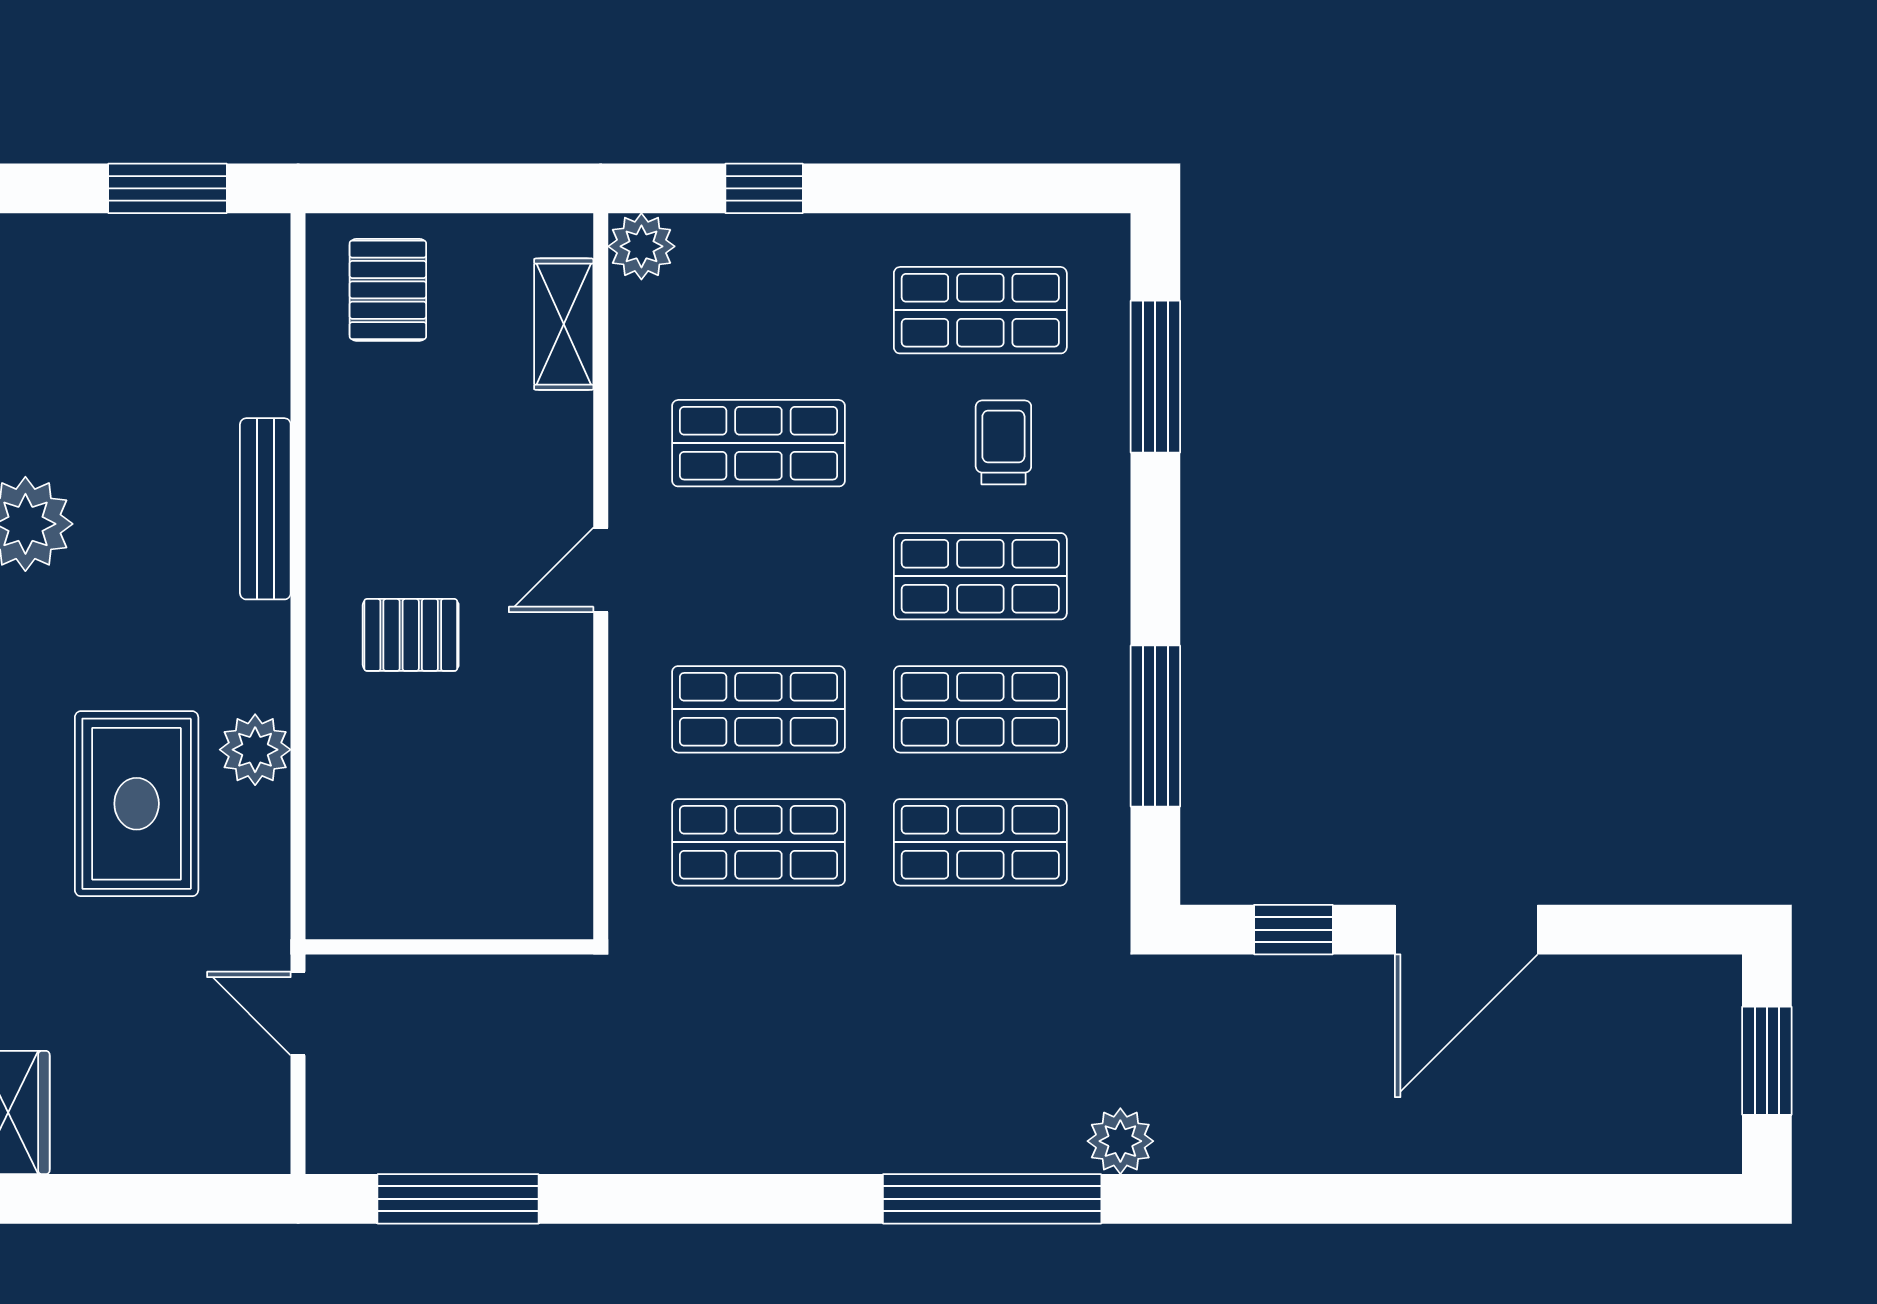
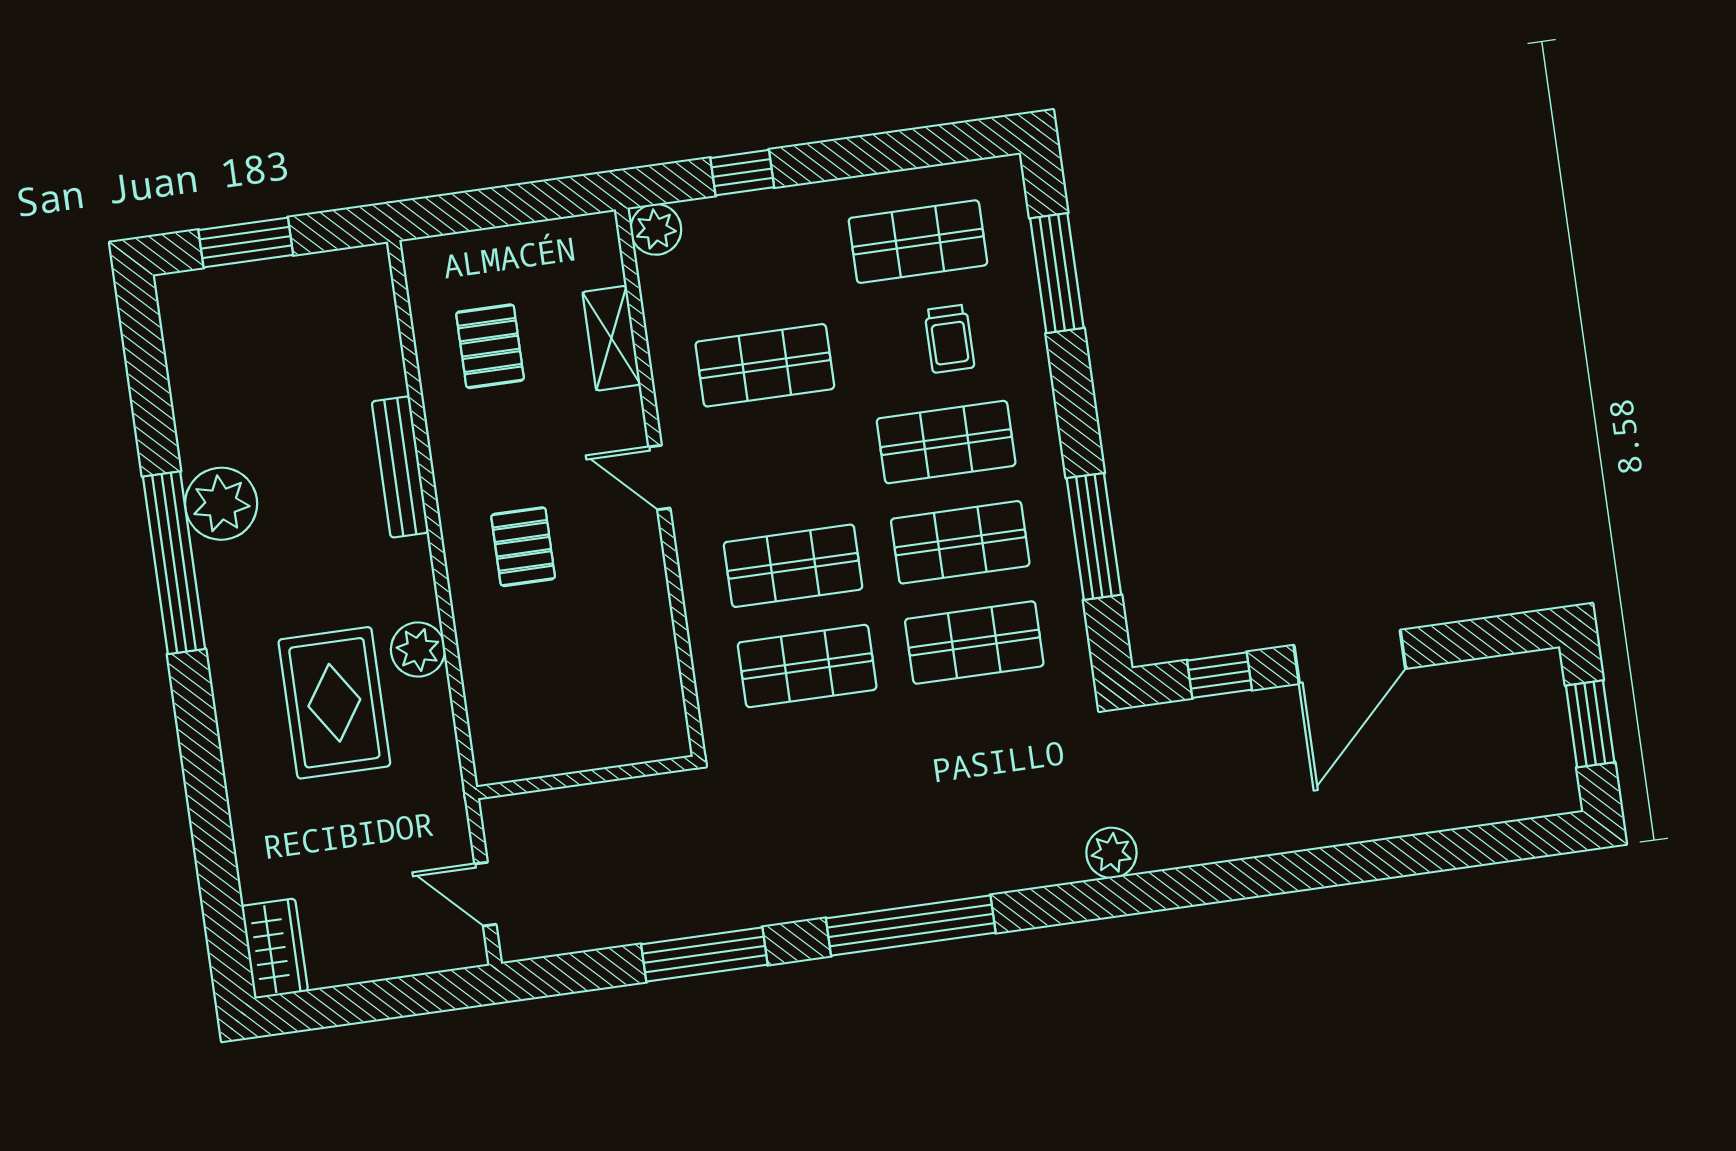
window: (167, 188) -> (246, 242), moved
pallet: (388, 290) -> (490, 346), moved
shelving: (564, 324) -> (611, 338), moved
trolley: (1003, 442) -> (949, 339), turned 180
door: (601, 570) -> (659, 478), hinge flipped
pallet: (411, 635) -> (523, 547), turned 90
door: (298, 1013) -> (485, 894), moved
window: (458, 1199) -> (704, 954), moved
window: (992, 1199) -> (911, 925), moved

